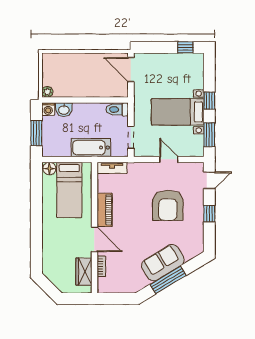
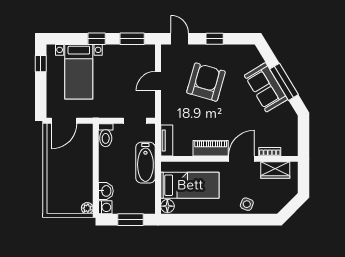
bed with nightstands: (178, 112) -> (79, 72), moved
armchair: (168, 205) -> (206, 82), turned -74
side table: (51, 244) -> (247, 204), added

